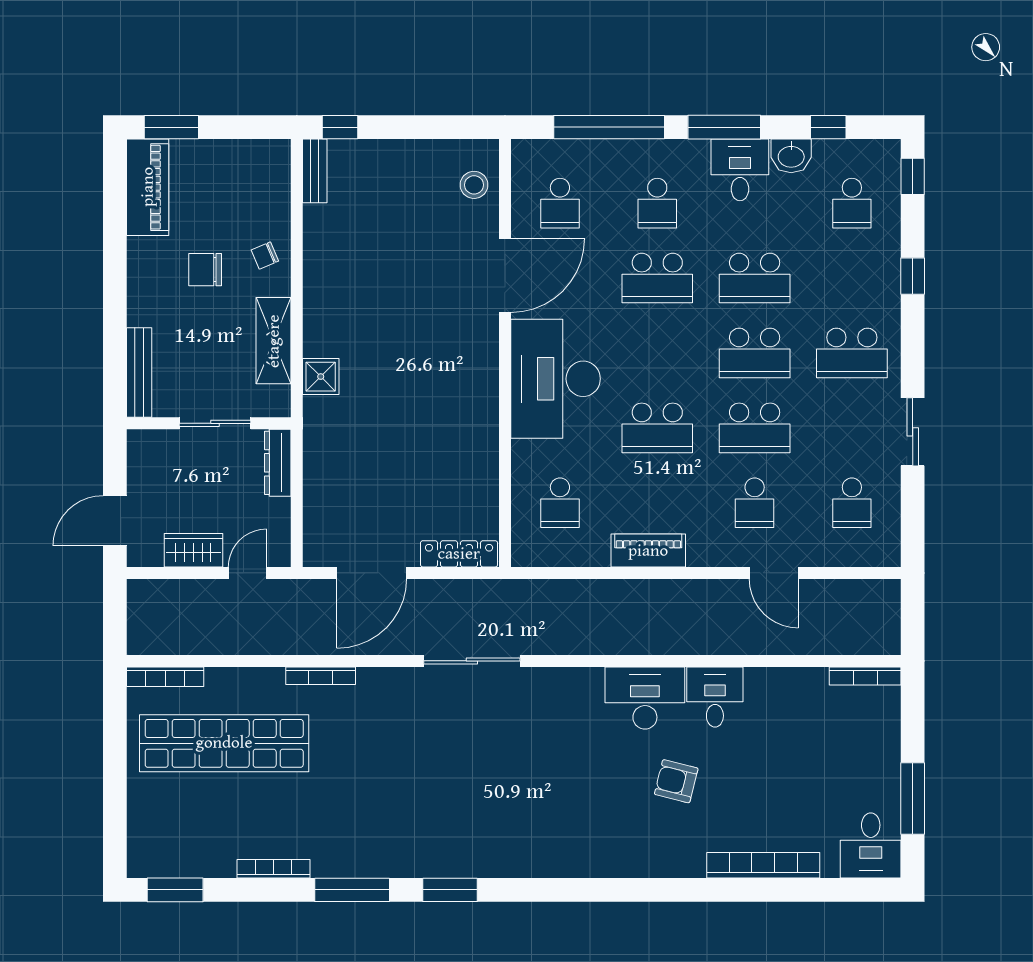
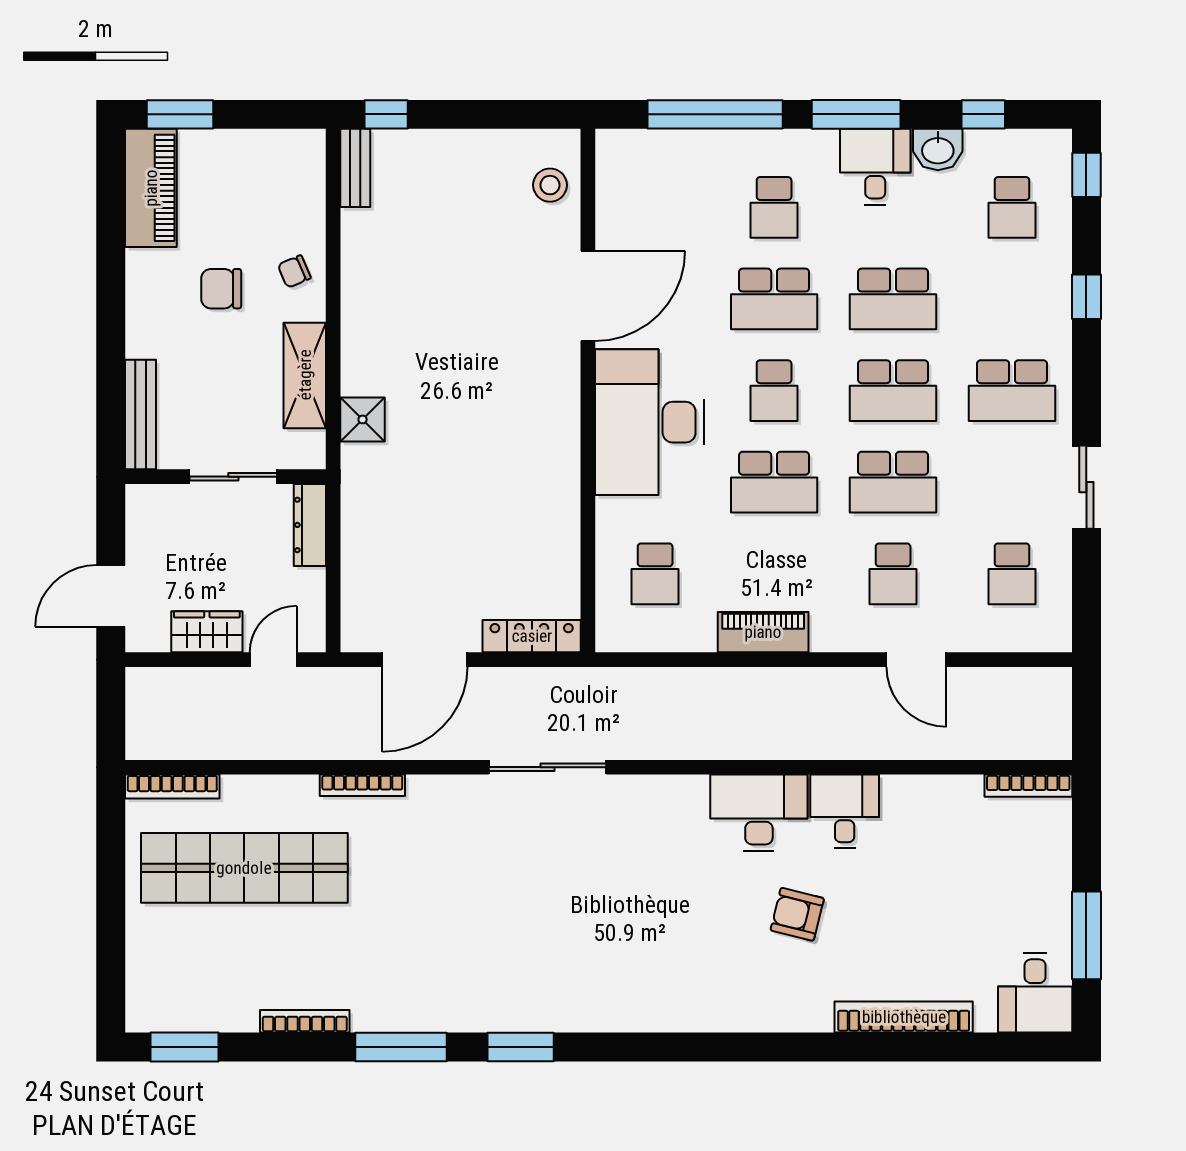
school desk: (560, 203) -> (774, 391), moved

